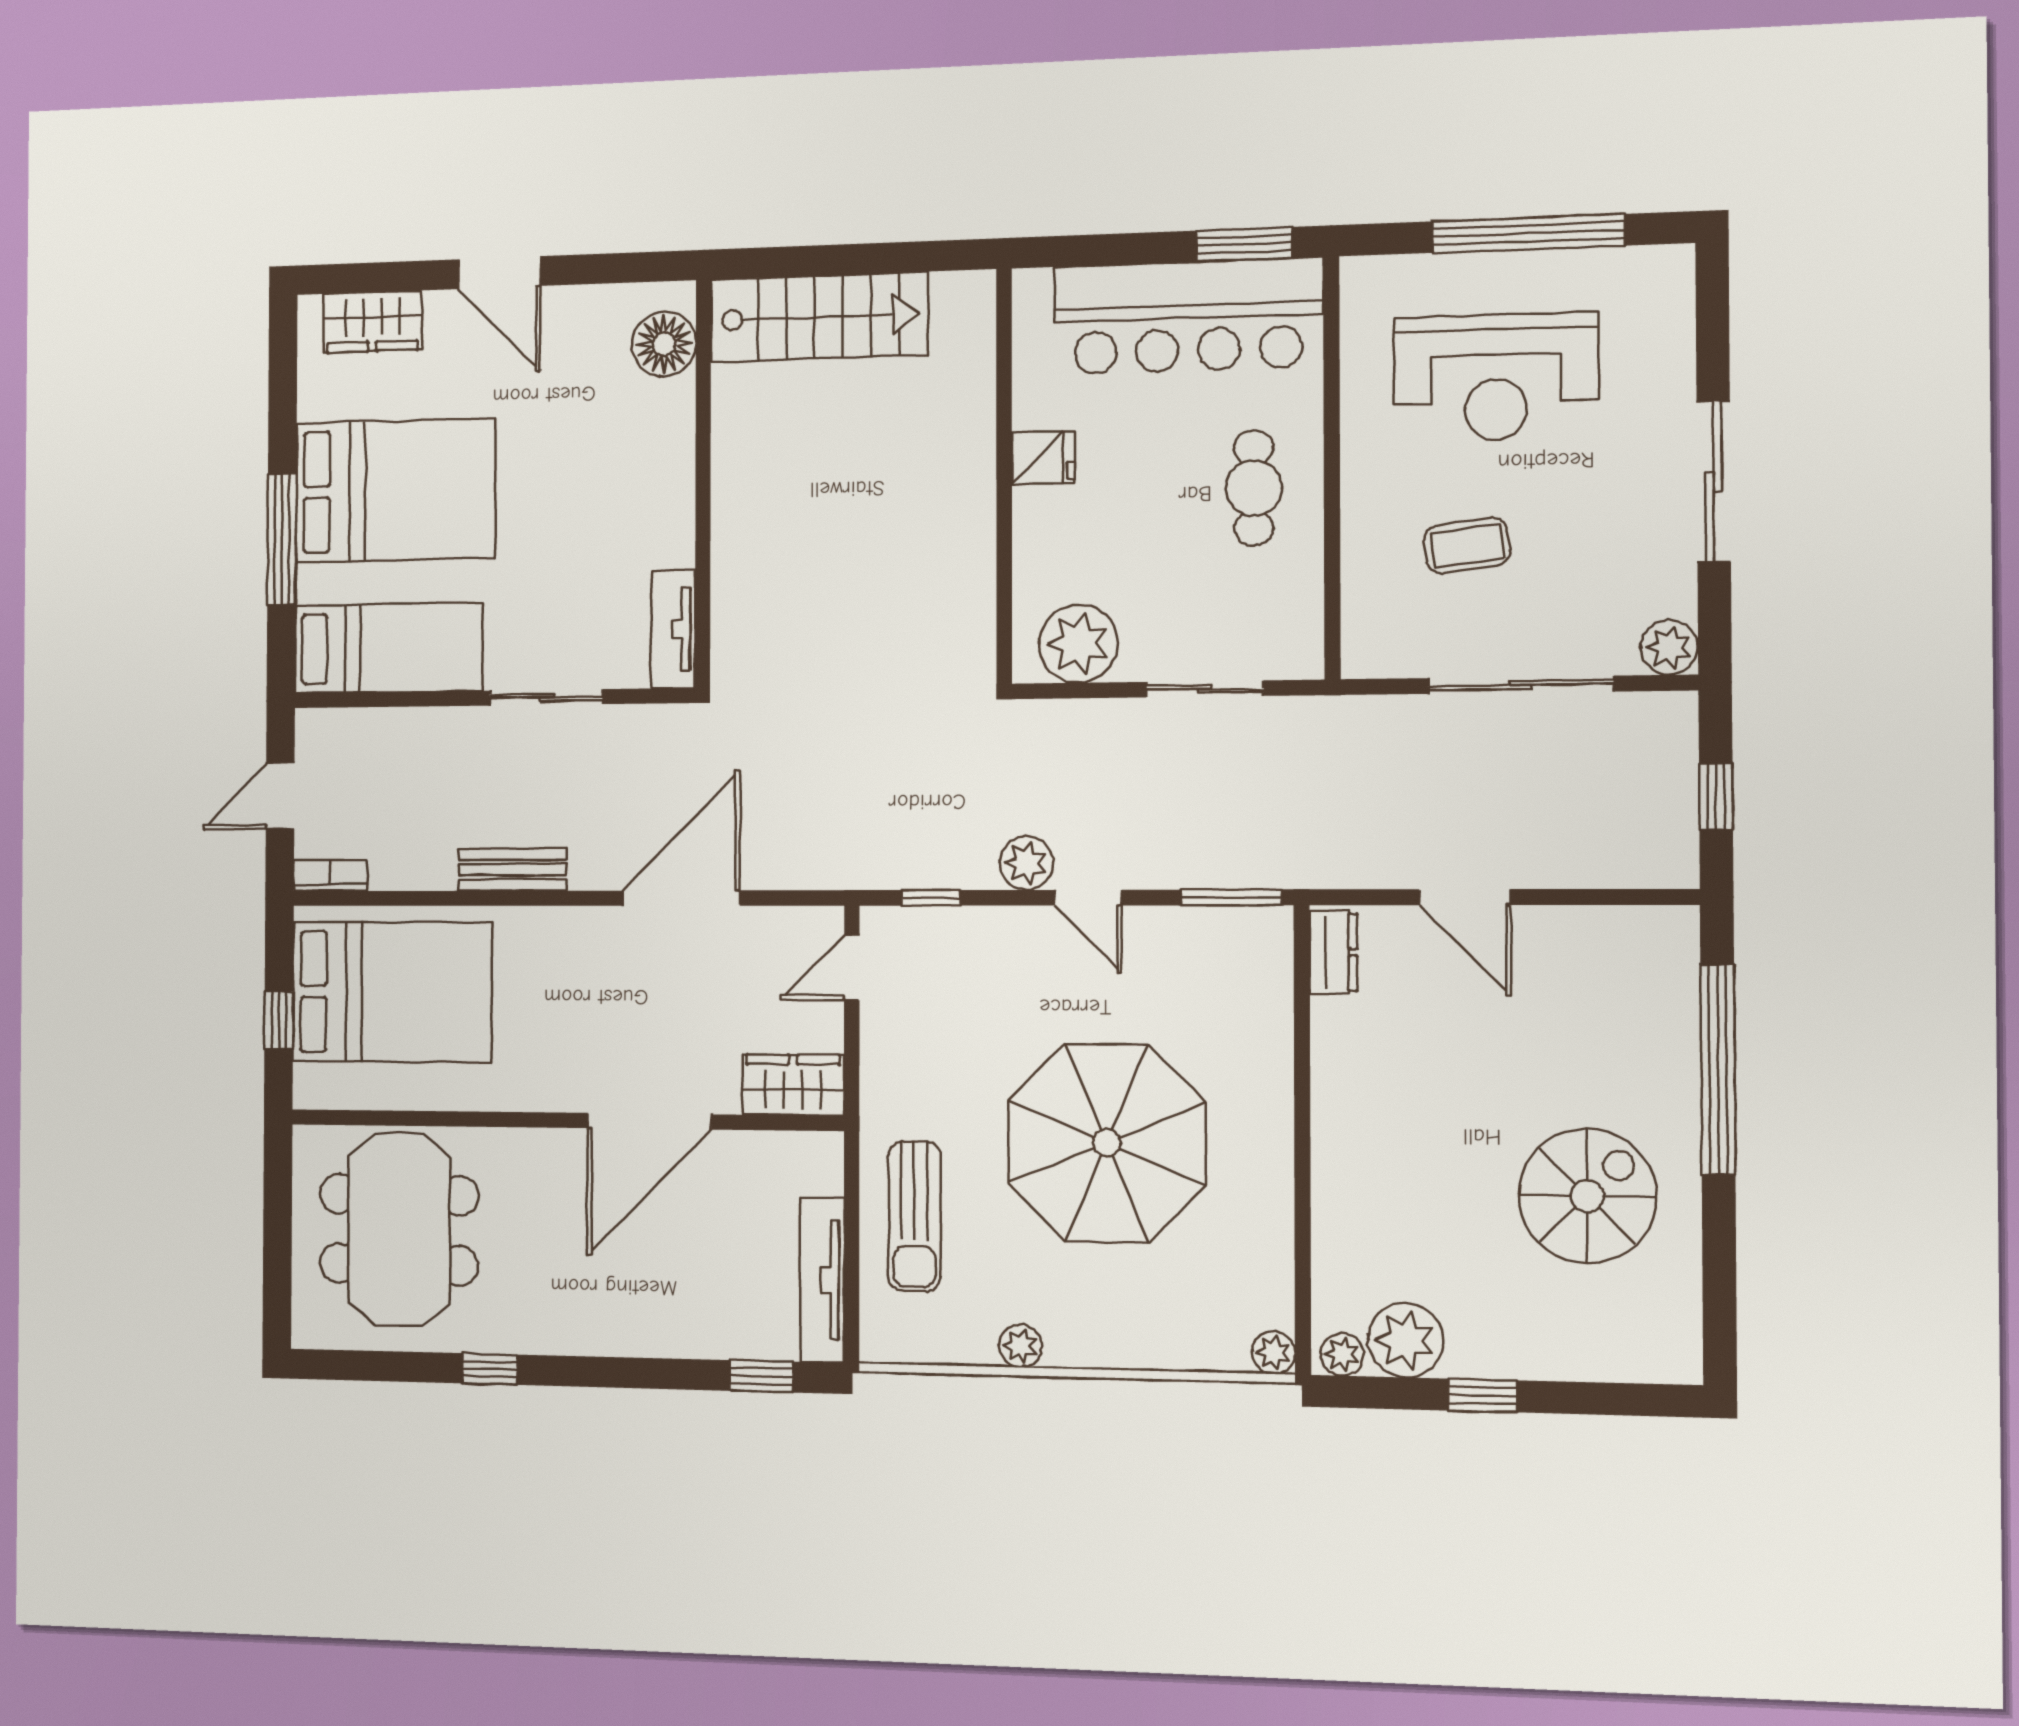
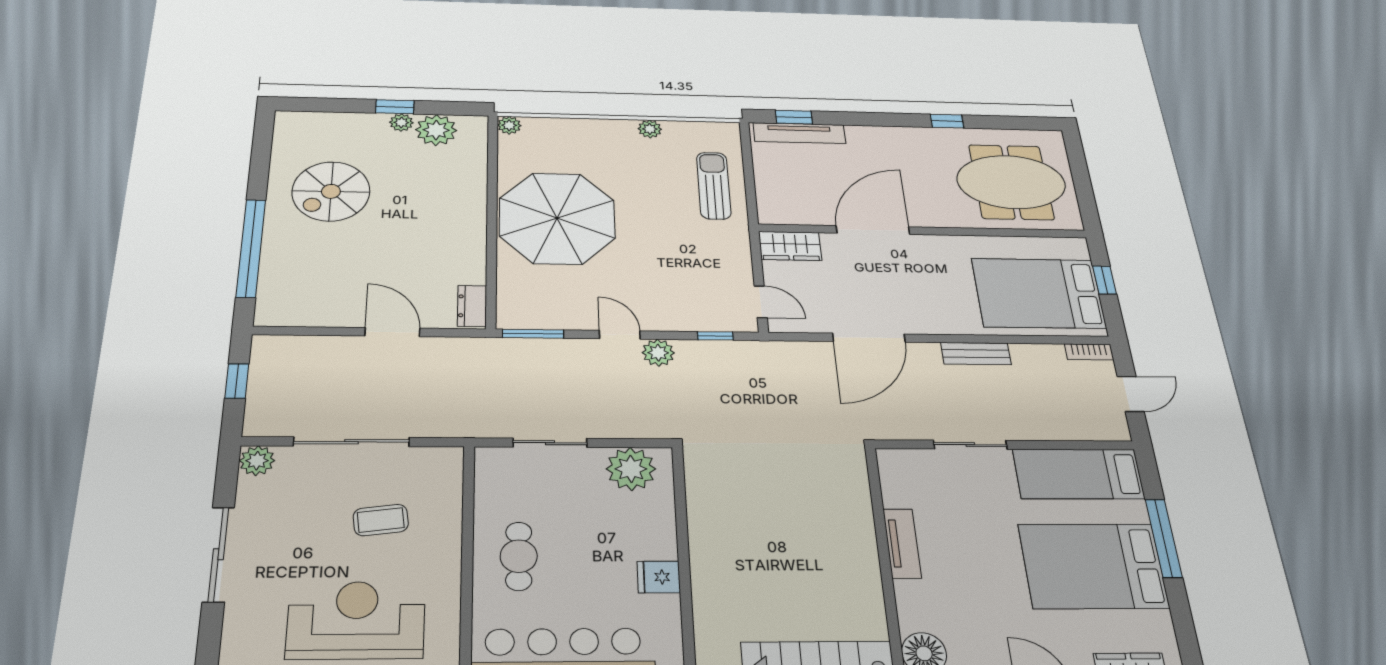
tv unit: (673, 629) -> (902, 543), moved
door: (852, 968) -> (761, 302), hinge flipped
parasol: (1107, 1143) -> (557, 218), moved
meeting table: (399, 1230) -> (1011, 182), turned 90
tv unit: (822, 1280) -> (799, 133), moved, turned 90
plant: (1342, 1355) -> (401, 123), moved

